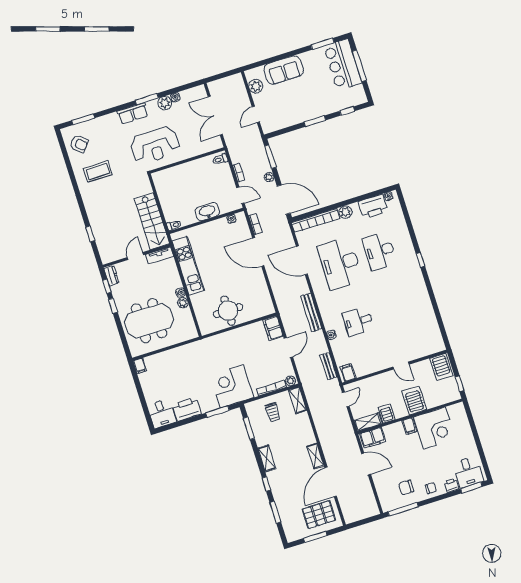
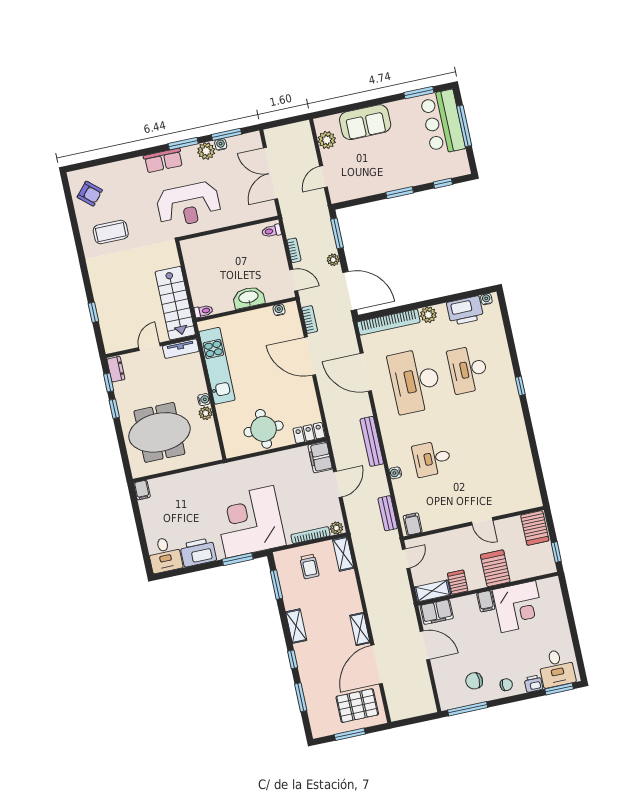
window: (83, 119) -> (226, 134), moved
locker: (263, 310) -> (309, 433), added
corner desk: (232, 386) -> (250, 522), width x1.36, depth x1.36

